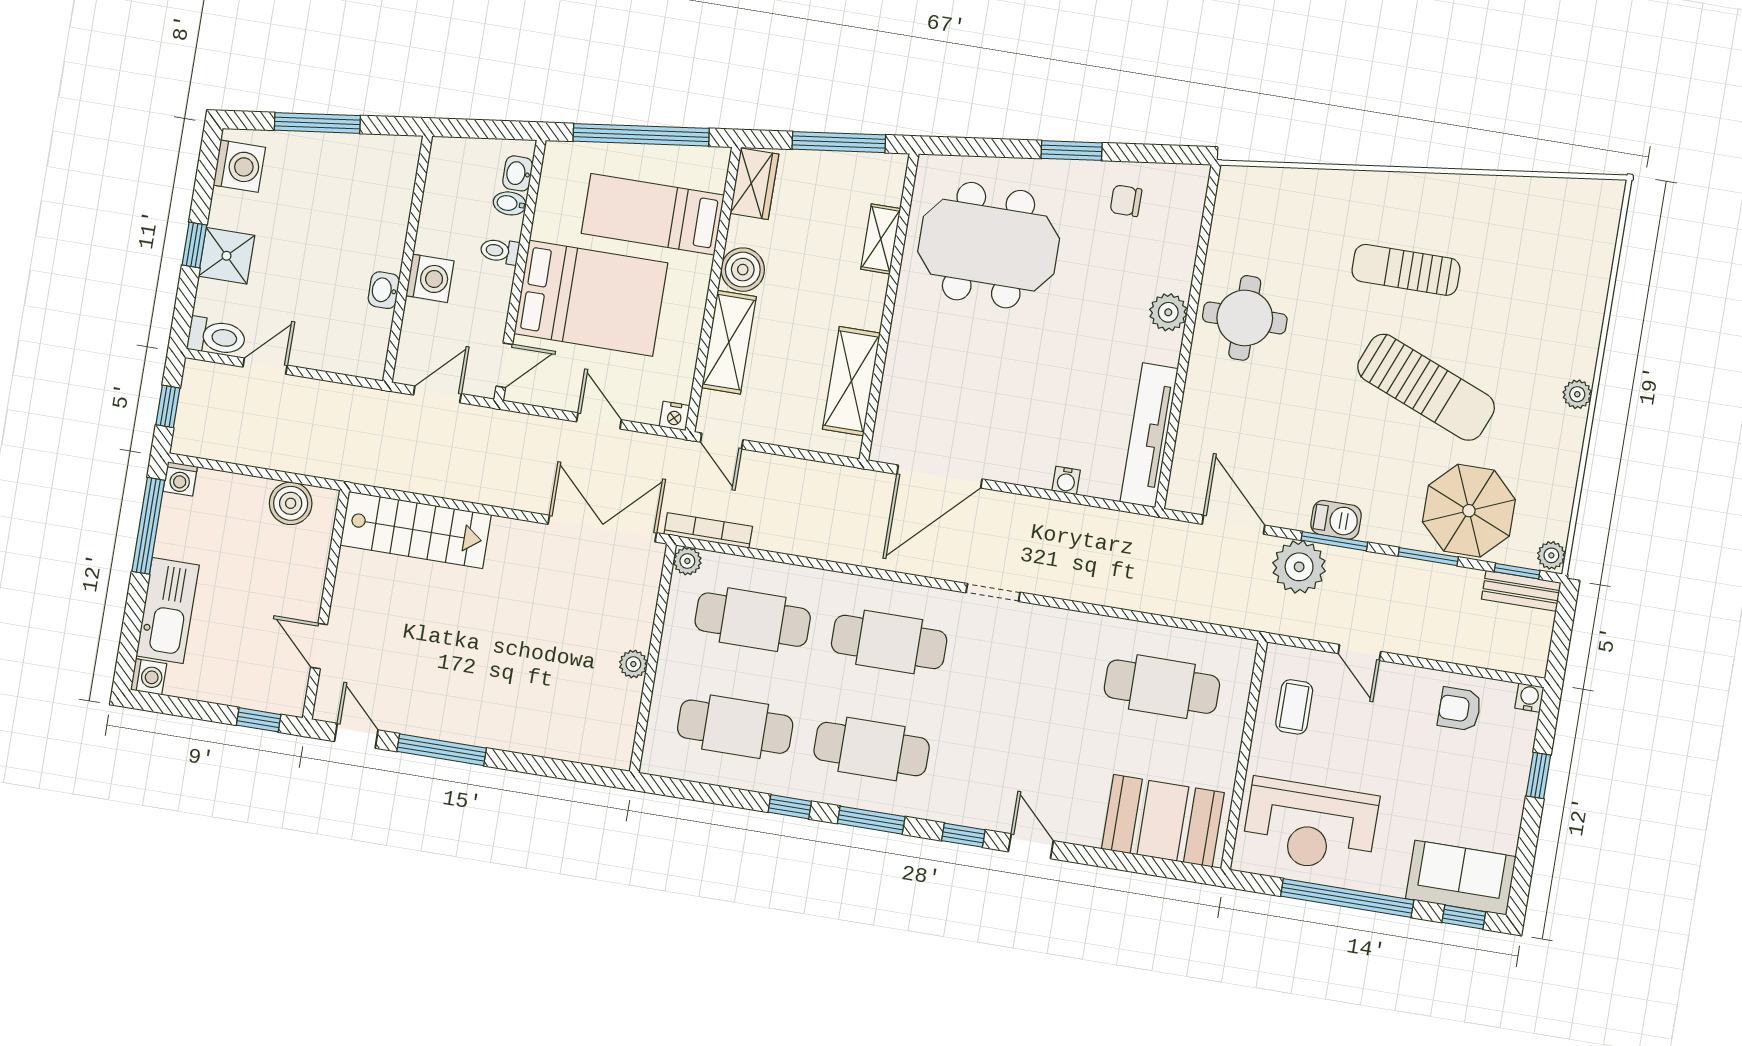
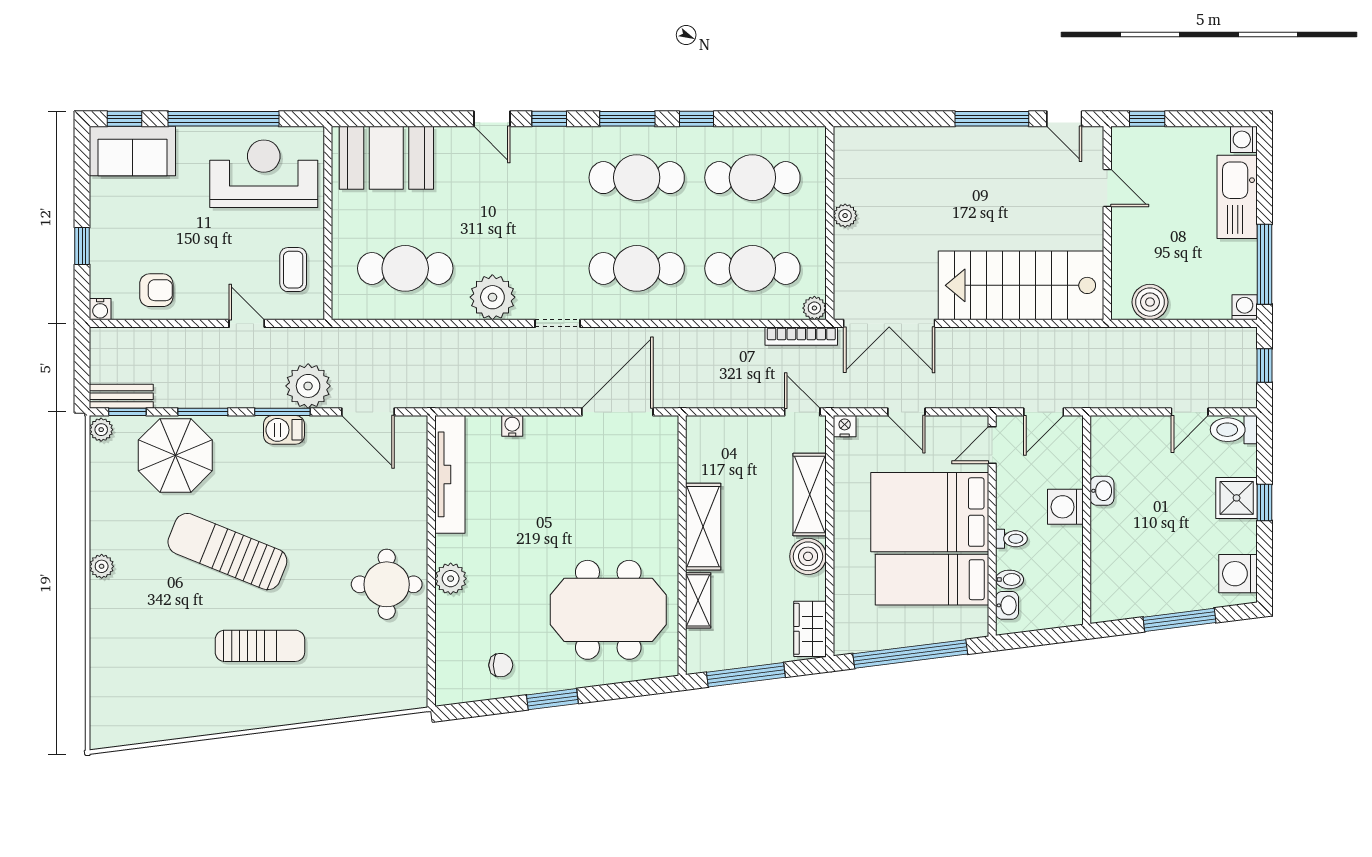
bed: (653, 214) -> (932, 580), moved, turned 180
shelving: (851, 381) -> (703, 527), moved
stairs: (416, 530) -> (1021, 285), width x1.36, depth x1.51
plant: (1065, 636) -> (492, 297), added

